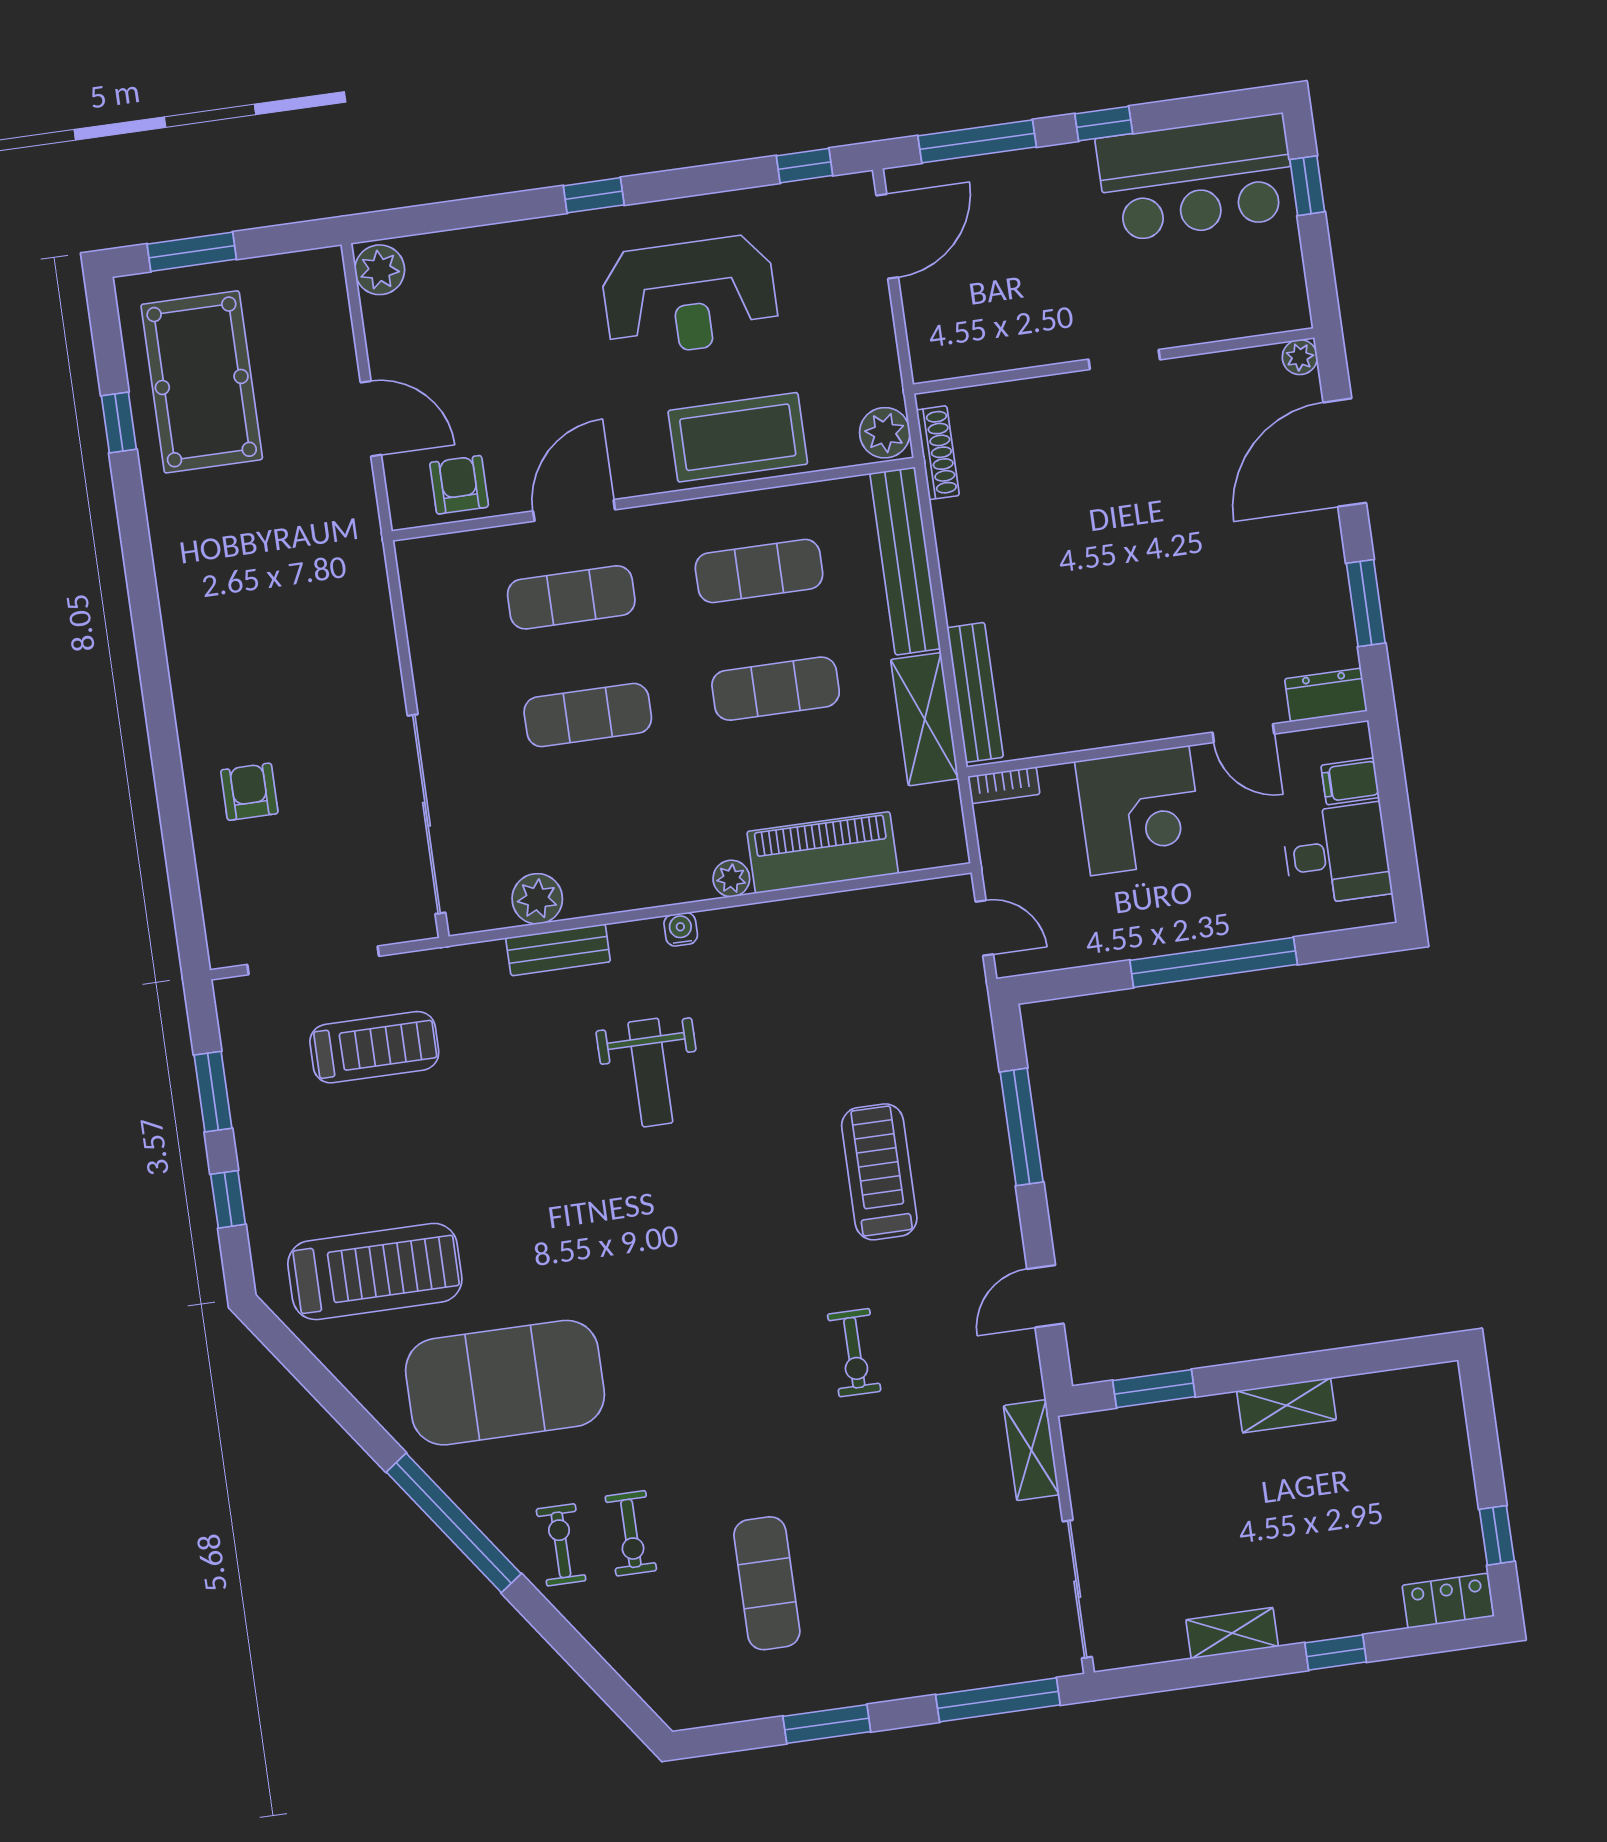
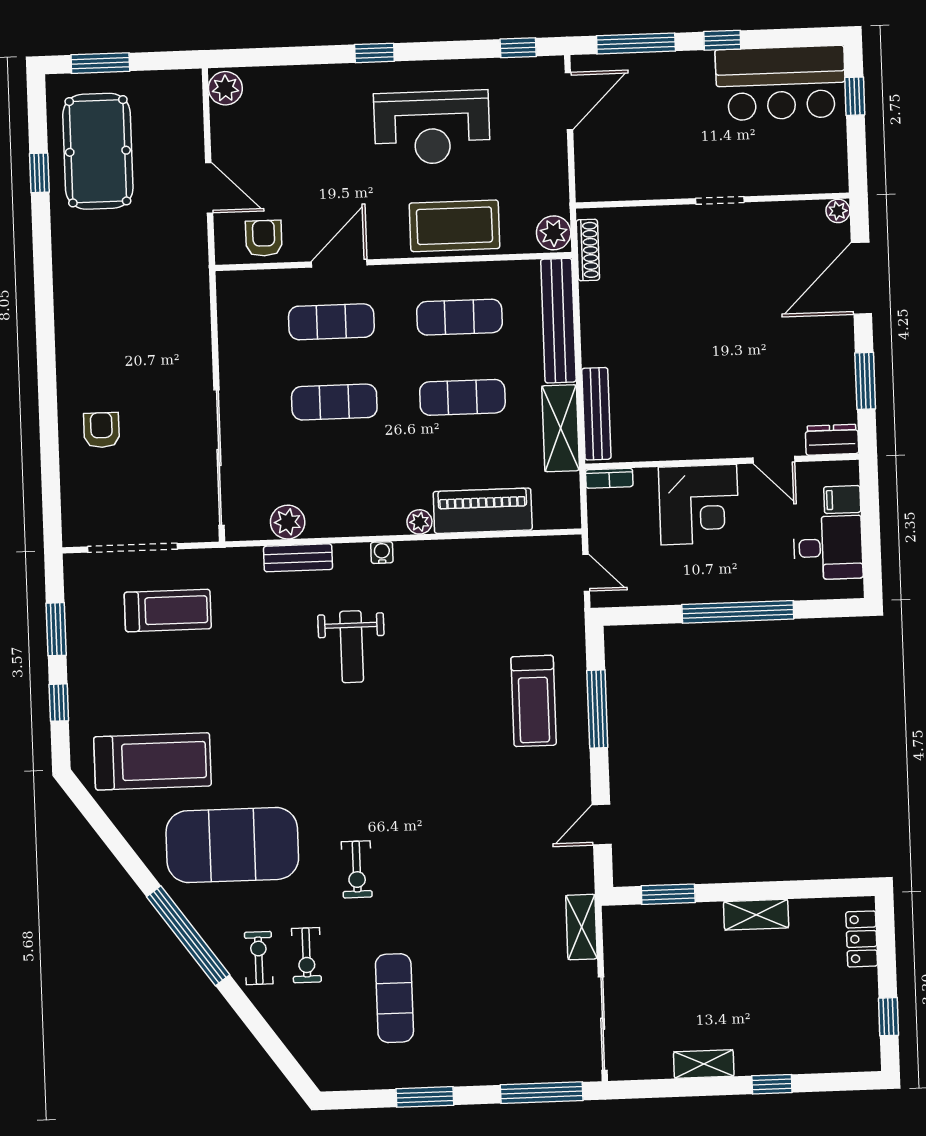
treadmill: (879, 1172) -> (534, 701), moved, turned 180
exercise bike: (854, 1353) -> (357, 869), moved
locker: (1448, 1601) -> (862, 939), moved, turned -90

